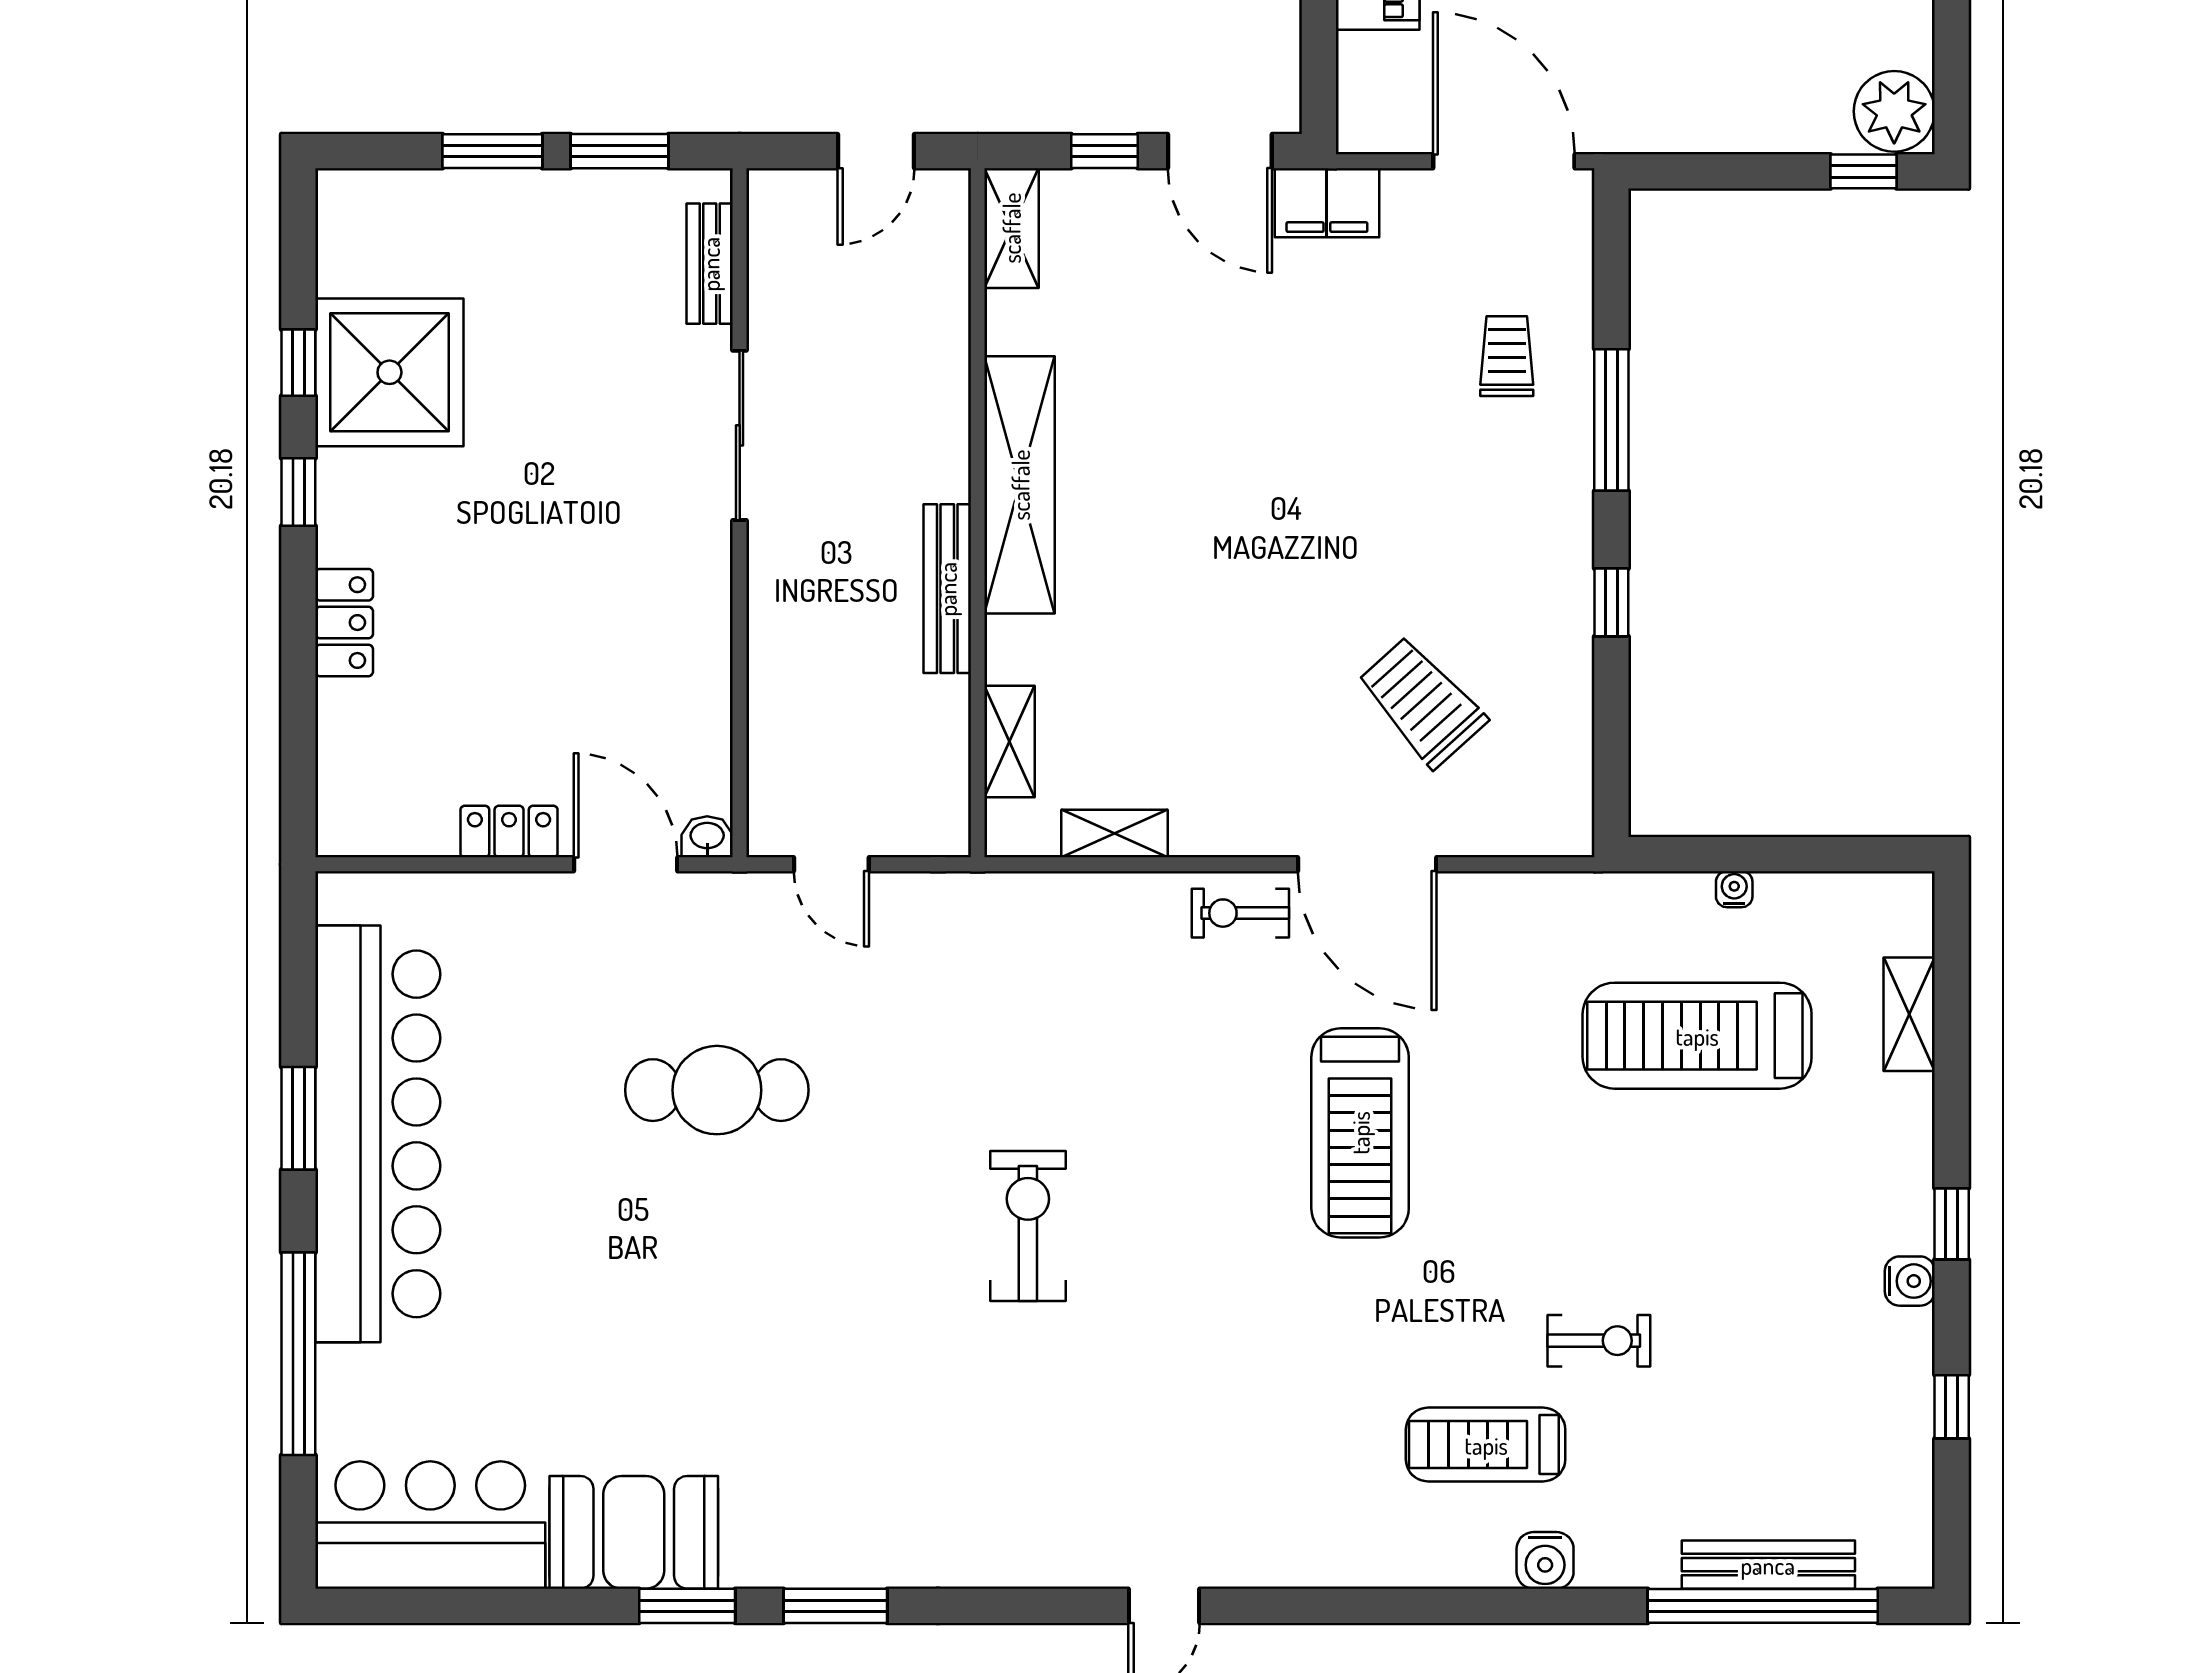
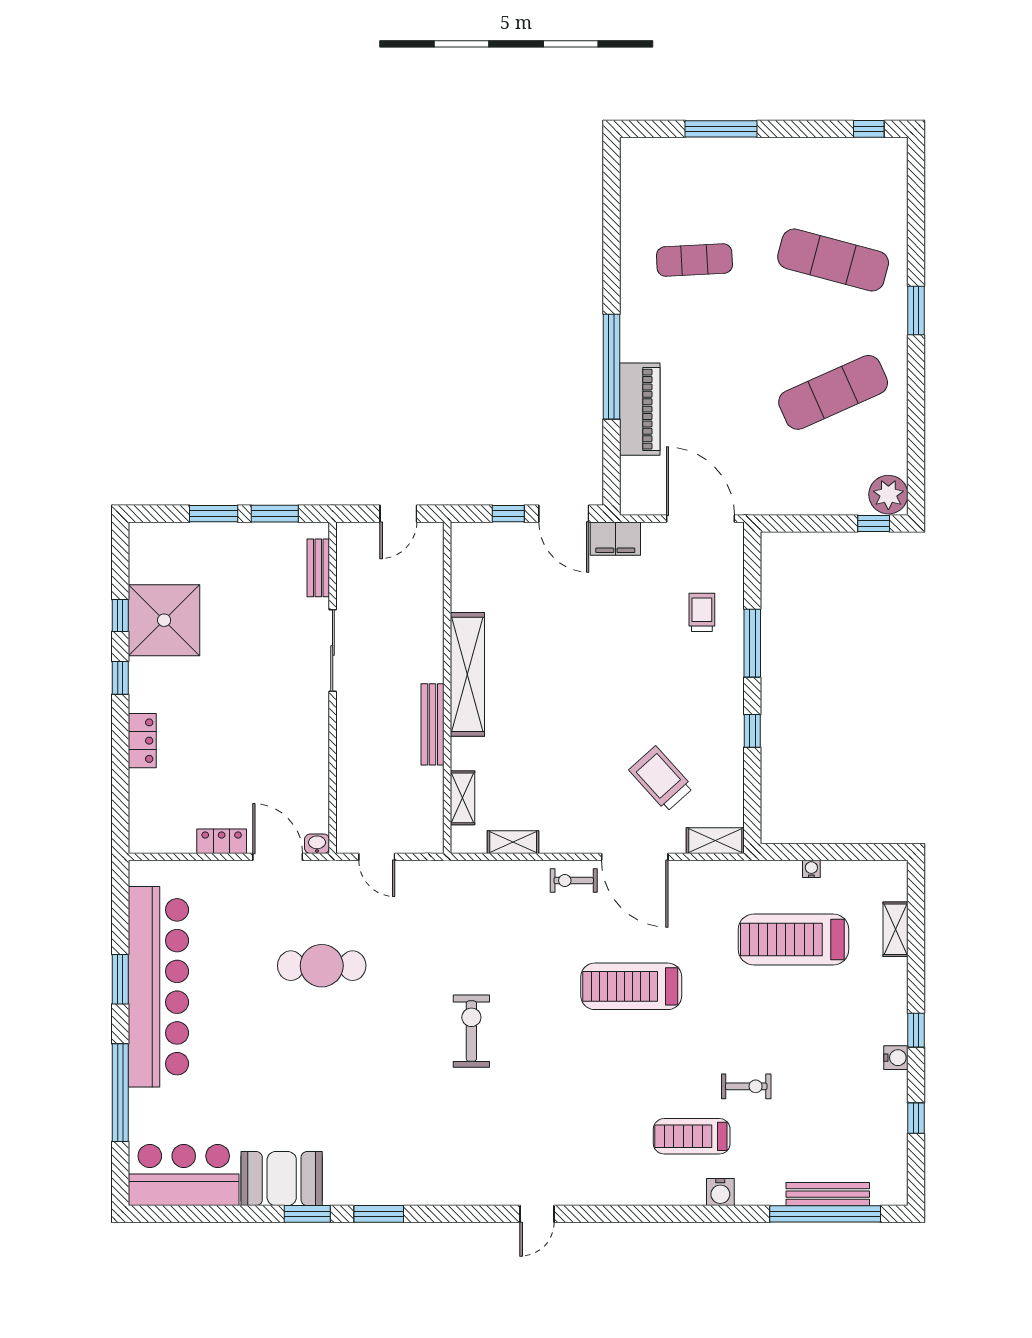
shelving: (1011, 228) -> (715, 841), moved, turned 90
treadmill: (1360, 1133) -> (631, 986), turned 90

